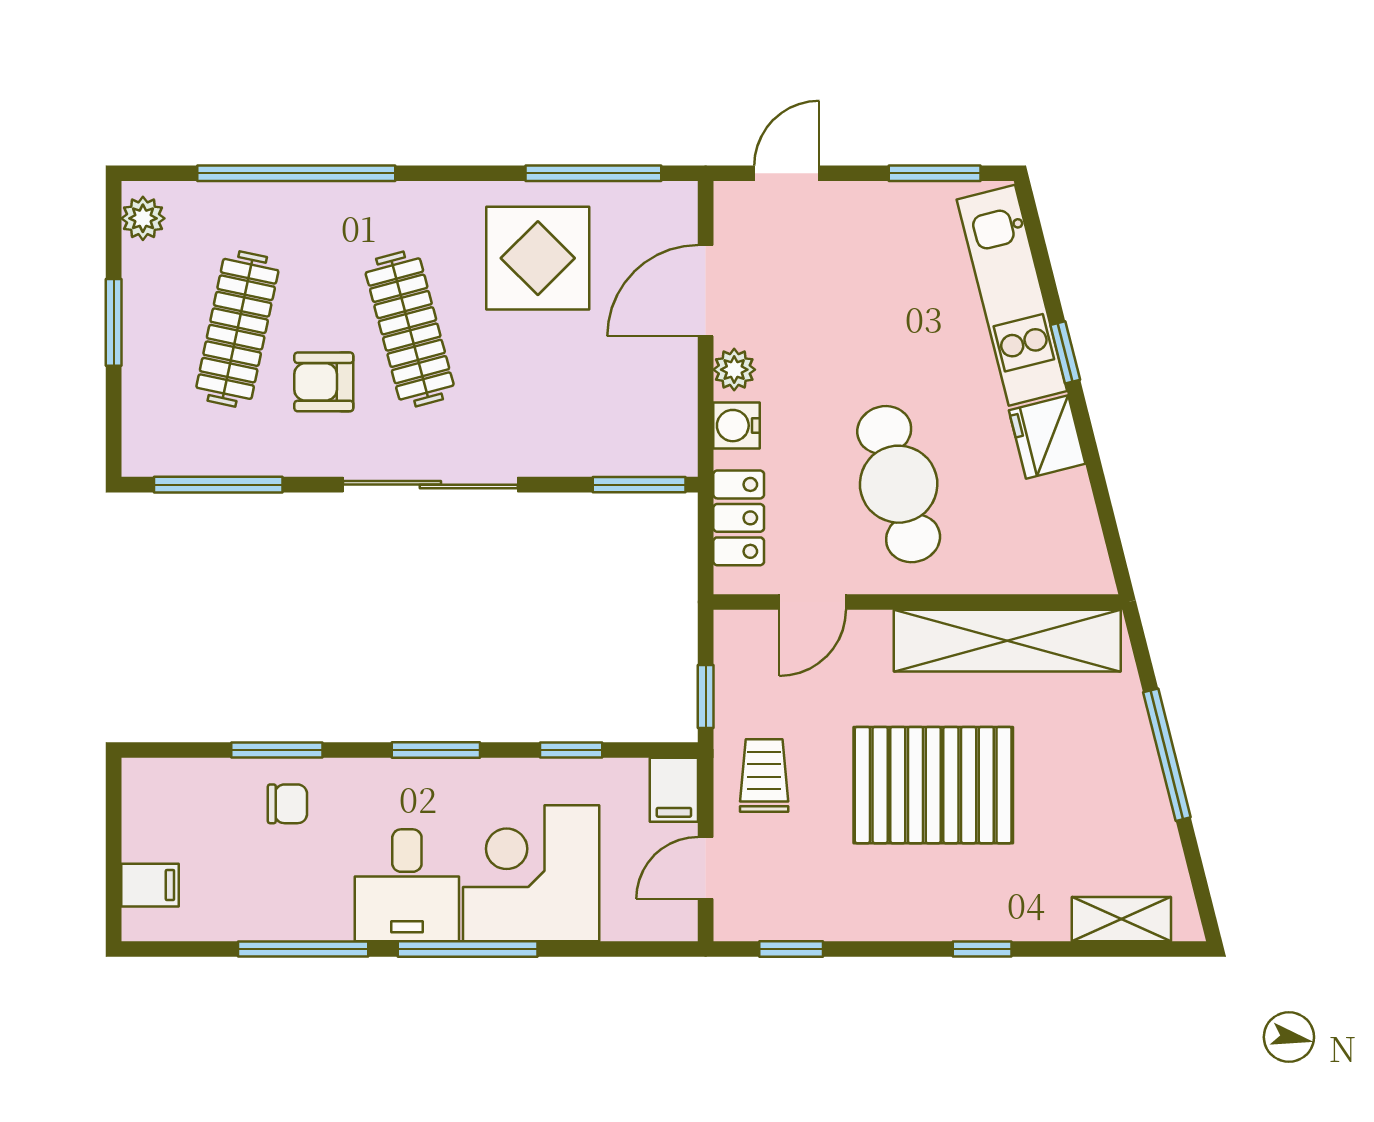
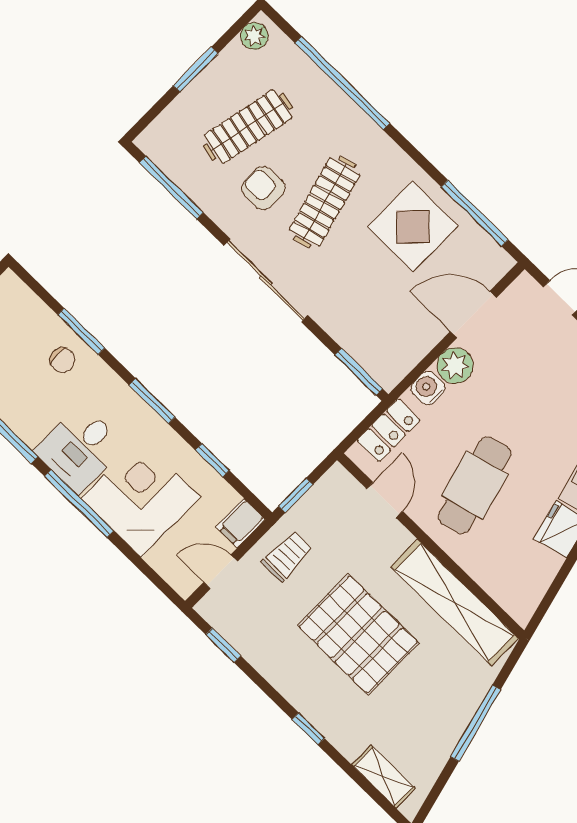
plant: (734, 370) -> (455, 366), width x1.38, depth x1.38
door: (813, 602) -> (385, 500), swing flipped

